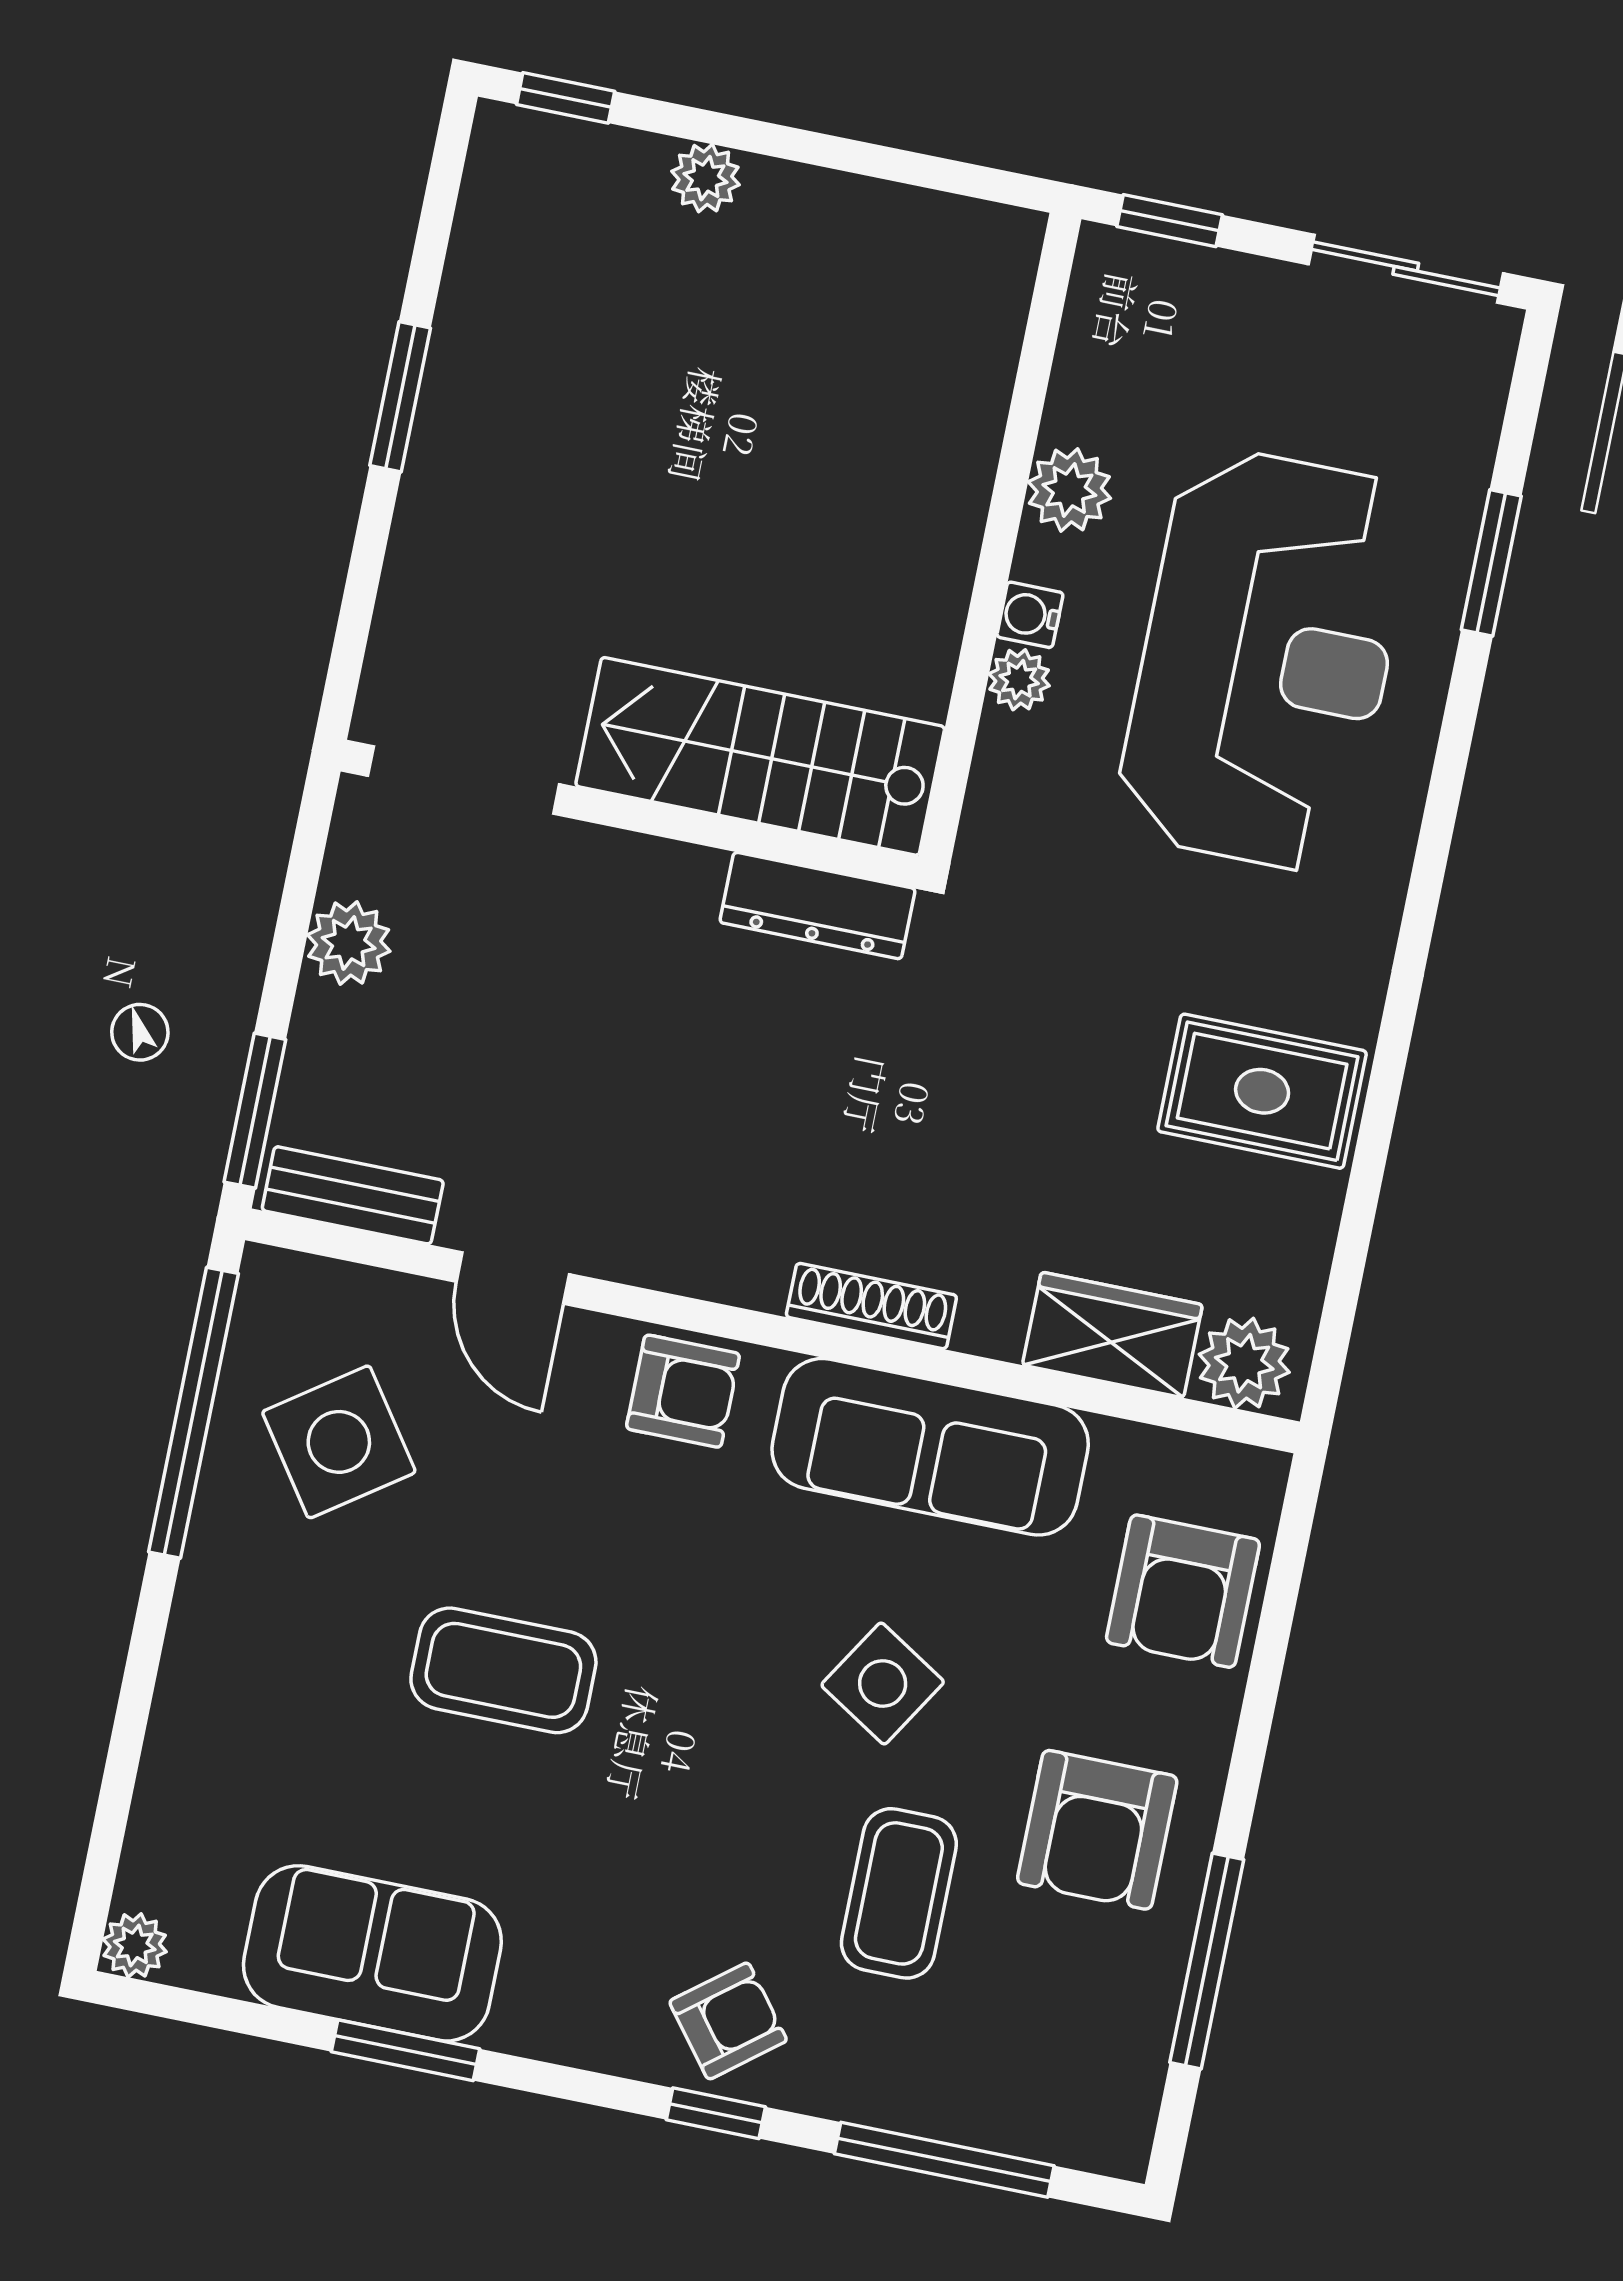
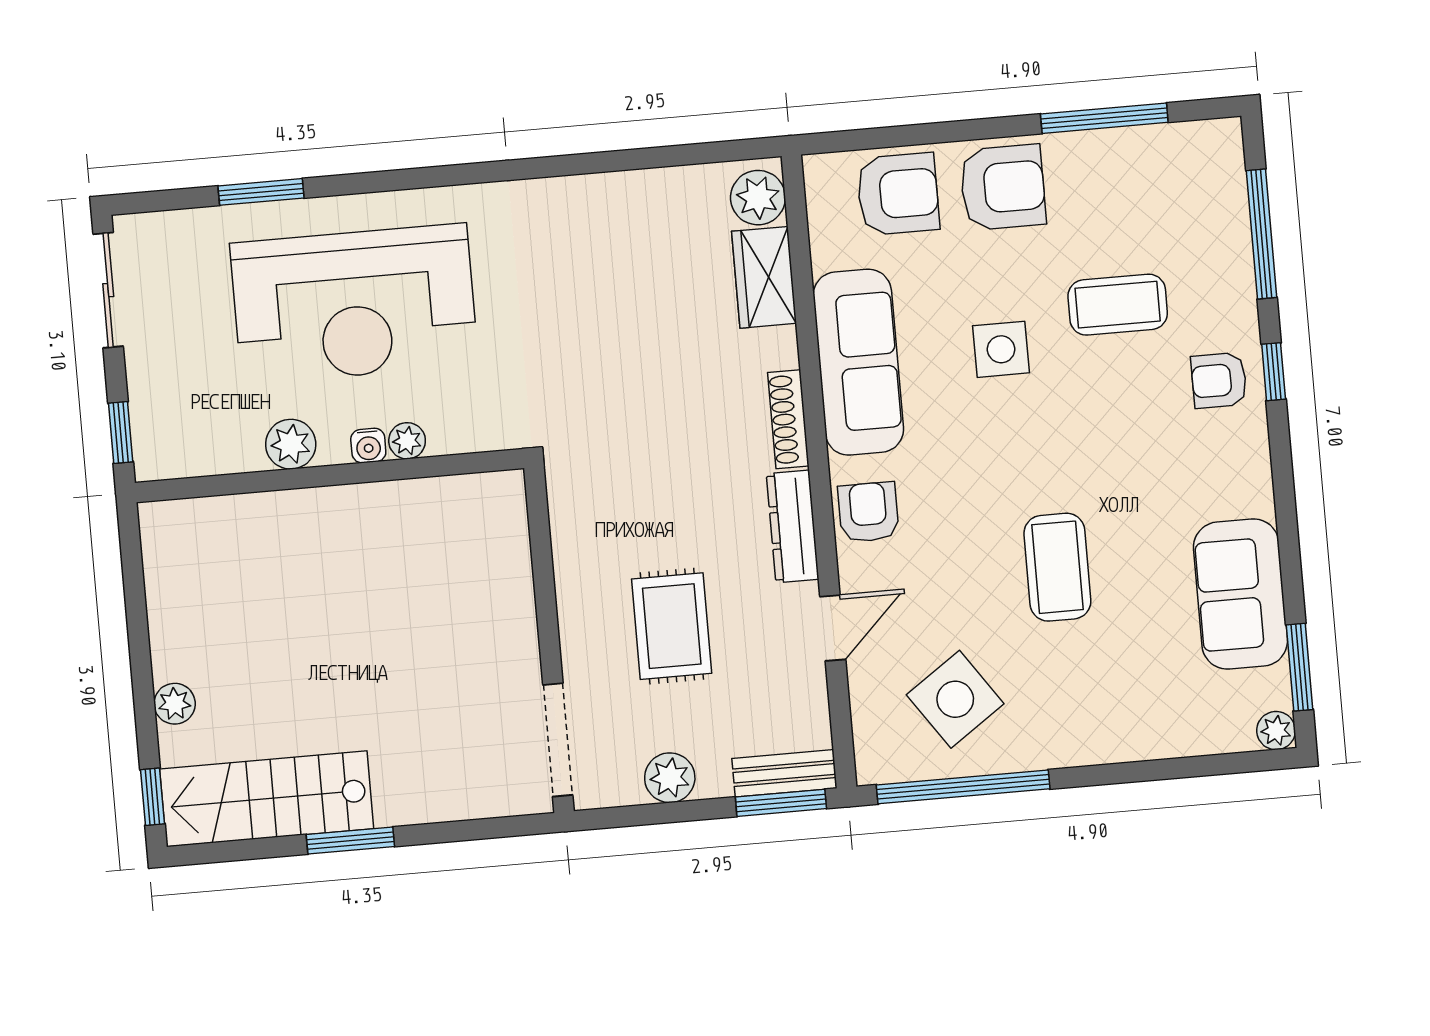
reception desk: (1266, 660) -> (354, 304), turned 180
stairs: (760, 756) -> (267, 799), moved, turned 90
dresser: (818, 906) -> (793, 527), moved, turned 180
rug: (1262, 1091) -> (672, 626), moved
bench: (353, 1195) -> (784, 773), moved, turned 90
side table: (883, 1683) -> (1001, 349), turned -32
armchair: (1097, 1830) -> (1003, 187), moved
armchair: (728, 2021) -> (1219, 380), turned -52
window: (405, 2050) -> (1299, 667), moved

